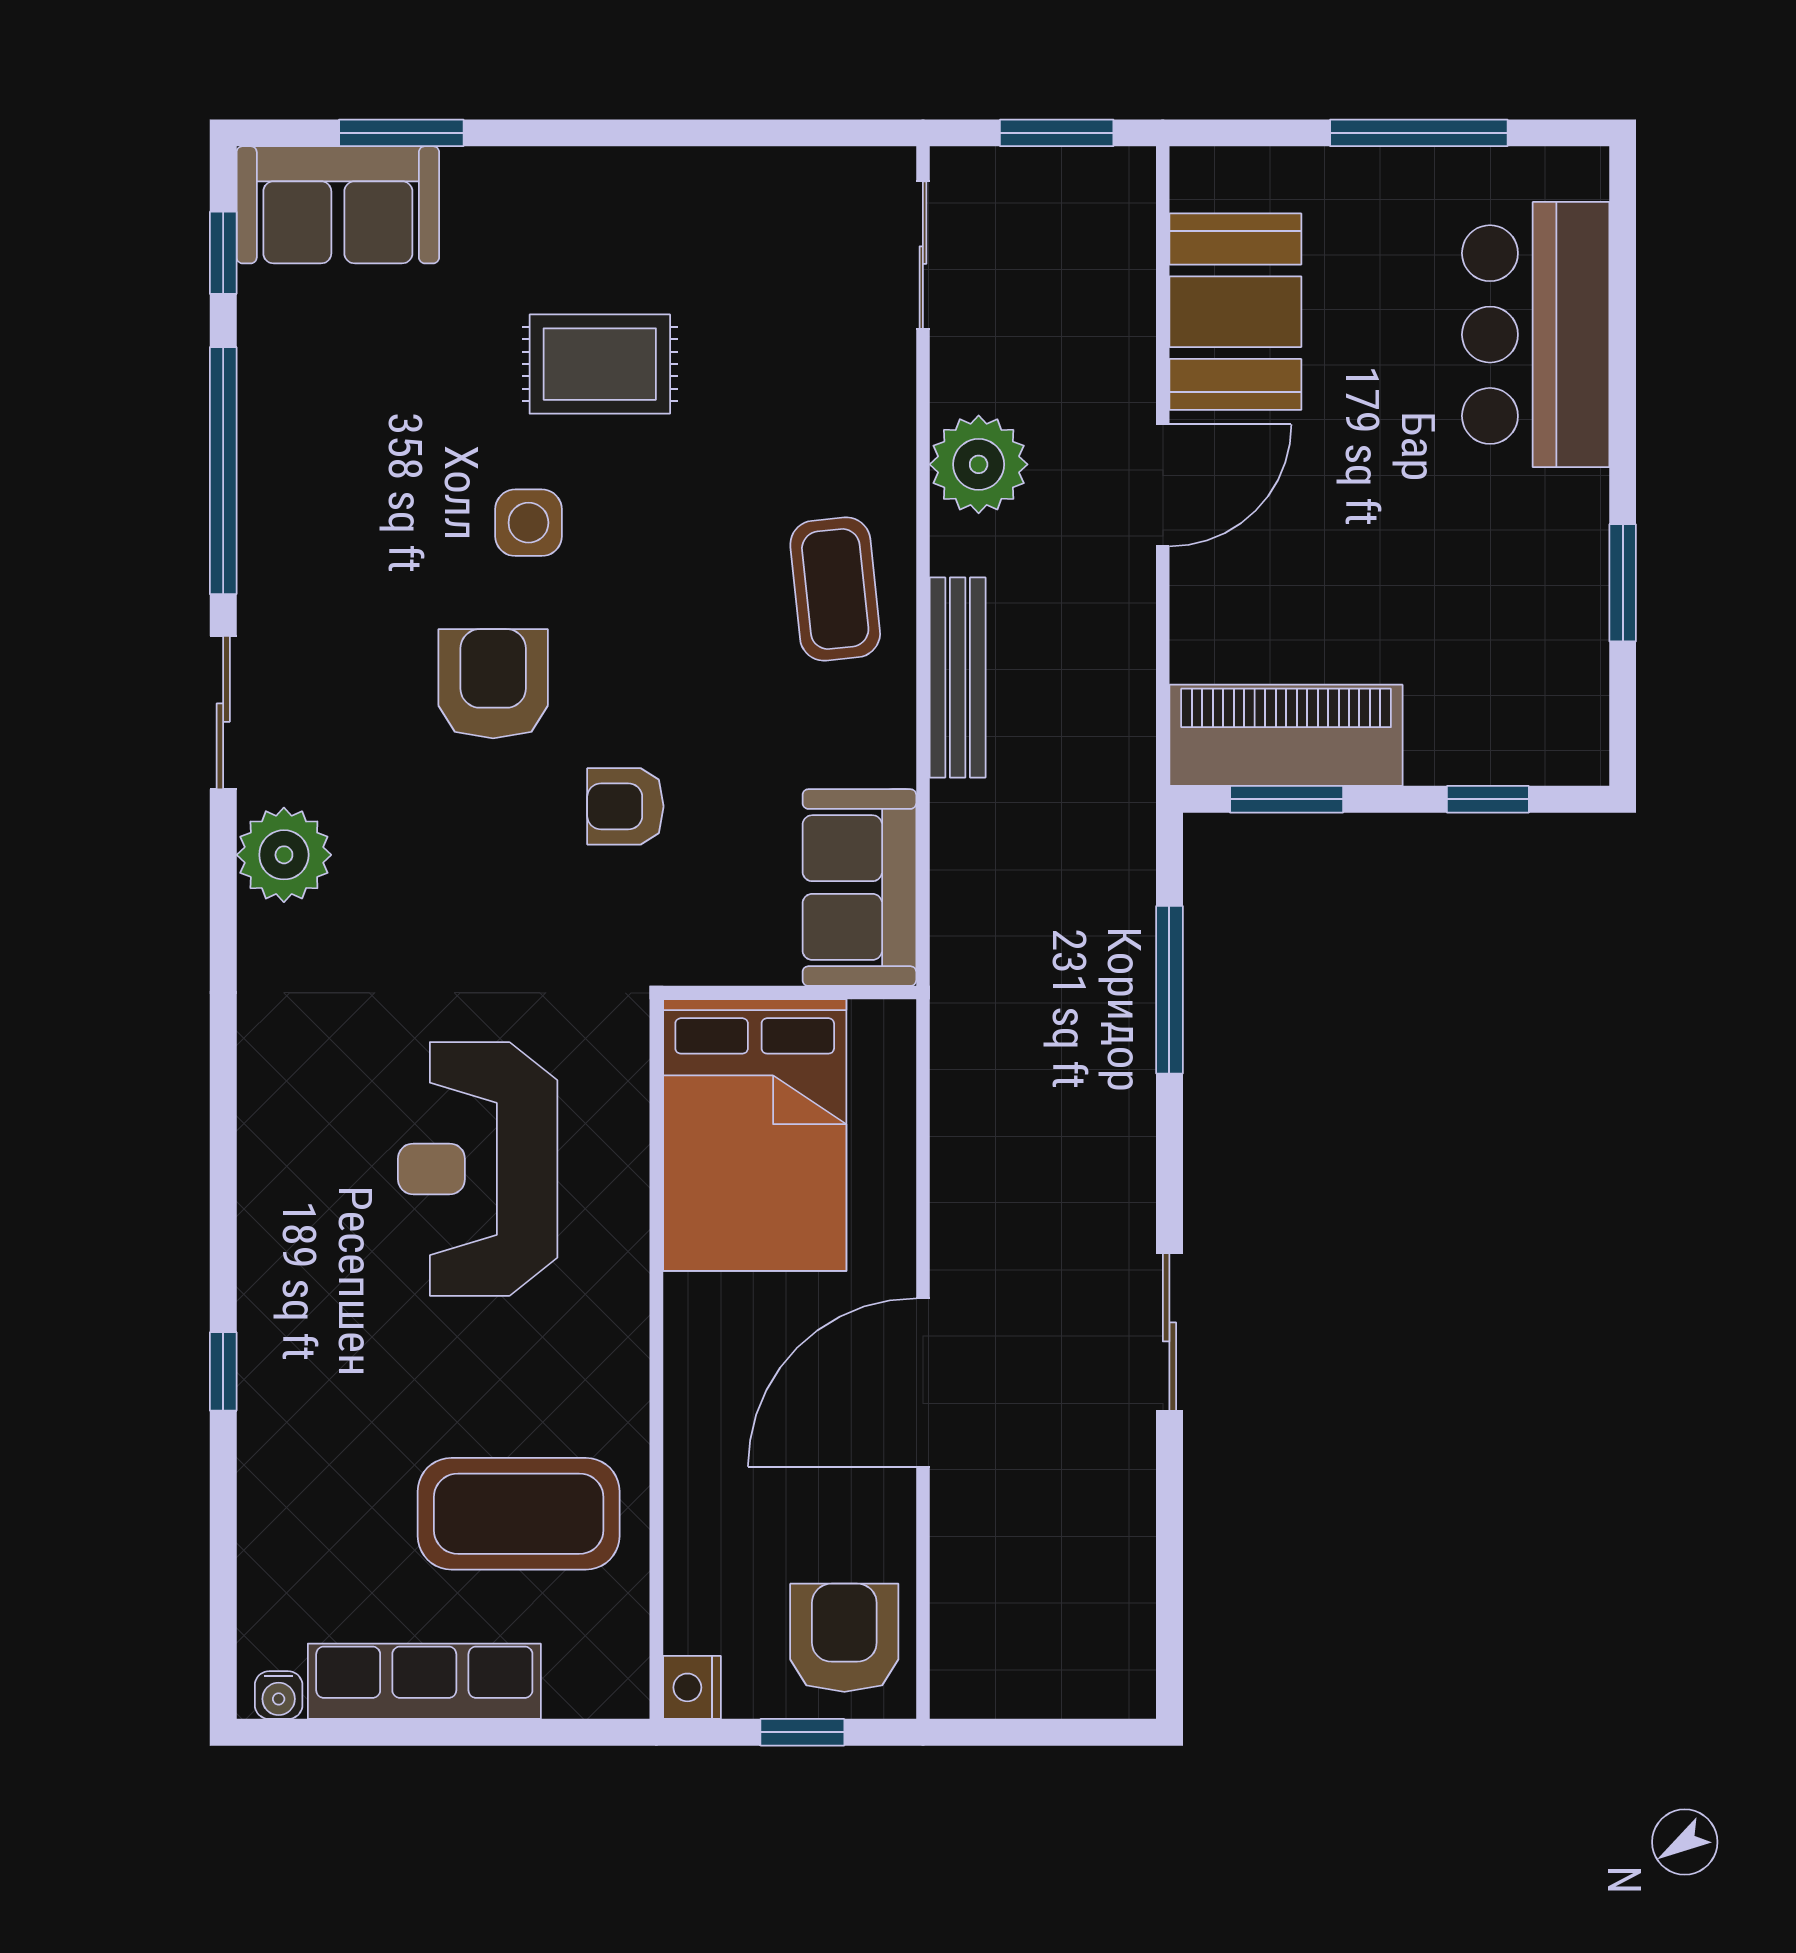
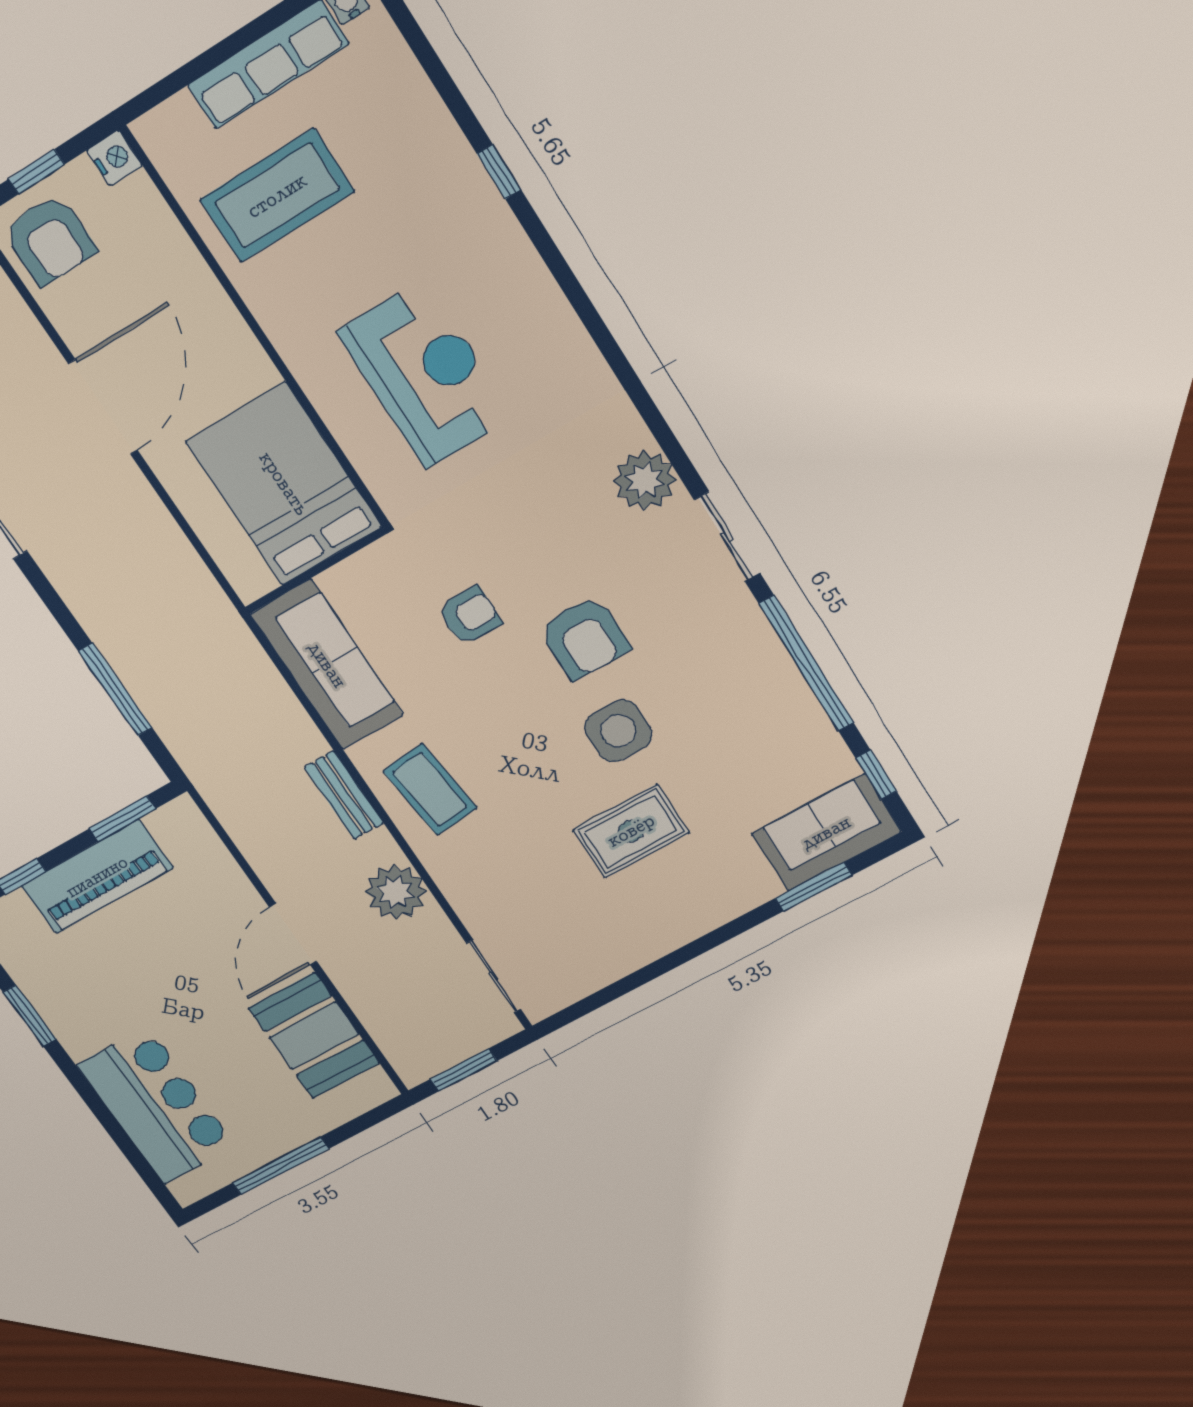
side table: (528, 523) -> (618, 731), width x1.37, depth x1.37
bench: (958, 677) -> (344, 795), width x0.73
piano: (1286, 735) -> (97, 877), moved
sofa: (859, 888) -> (327, 665), width x1.36

